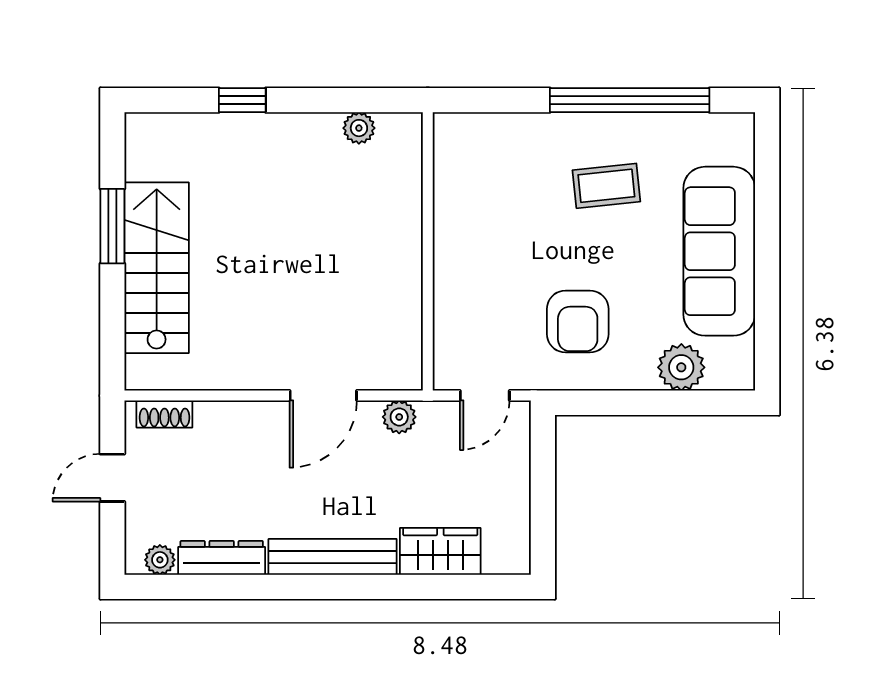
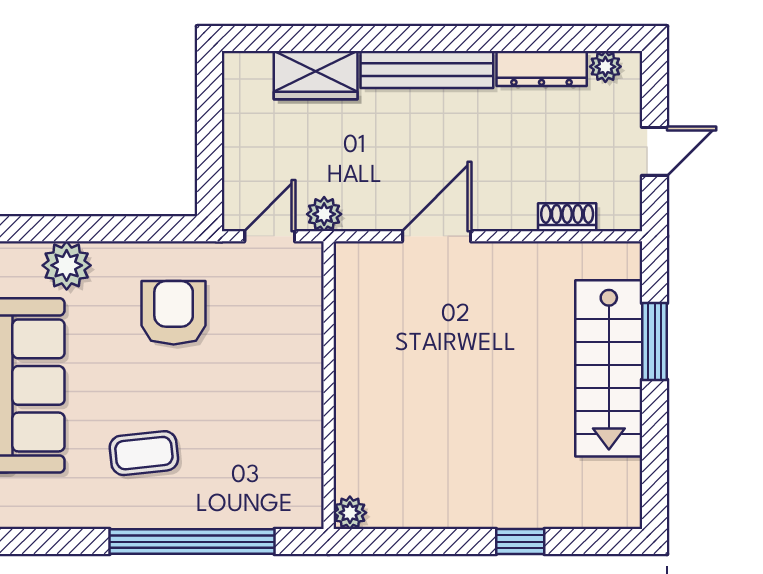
window: (630, 100) -> (192, 542), moved
plant: (359, 128) -> (350, 513), moved
window: (112, 226) -> (655, 341), moved
shoe rack: (164, 414) -> (567, 217), moved
plant: (399, 417) -> (324, 214), moved

